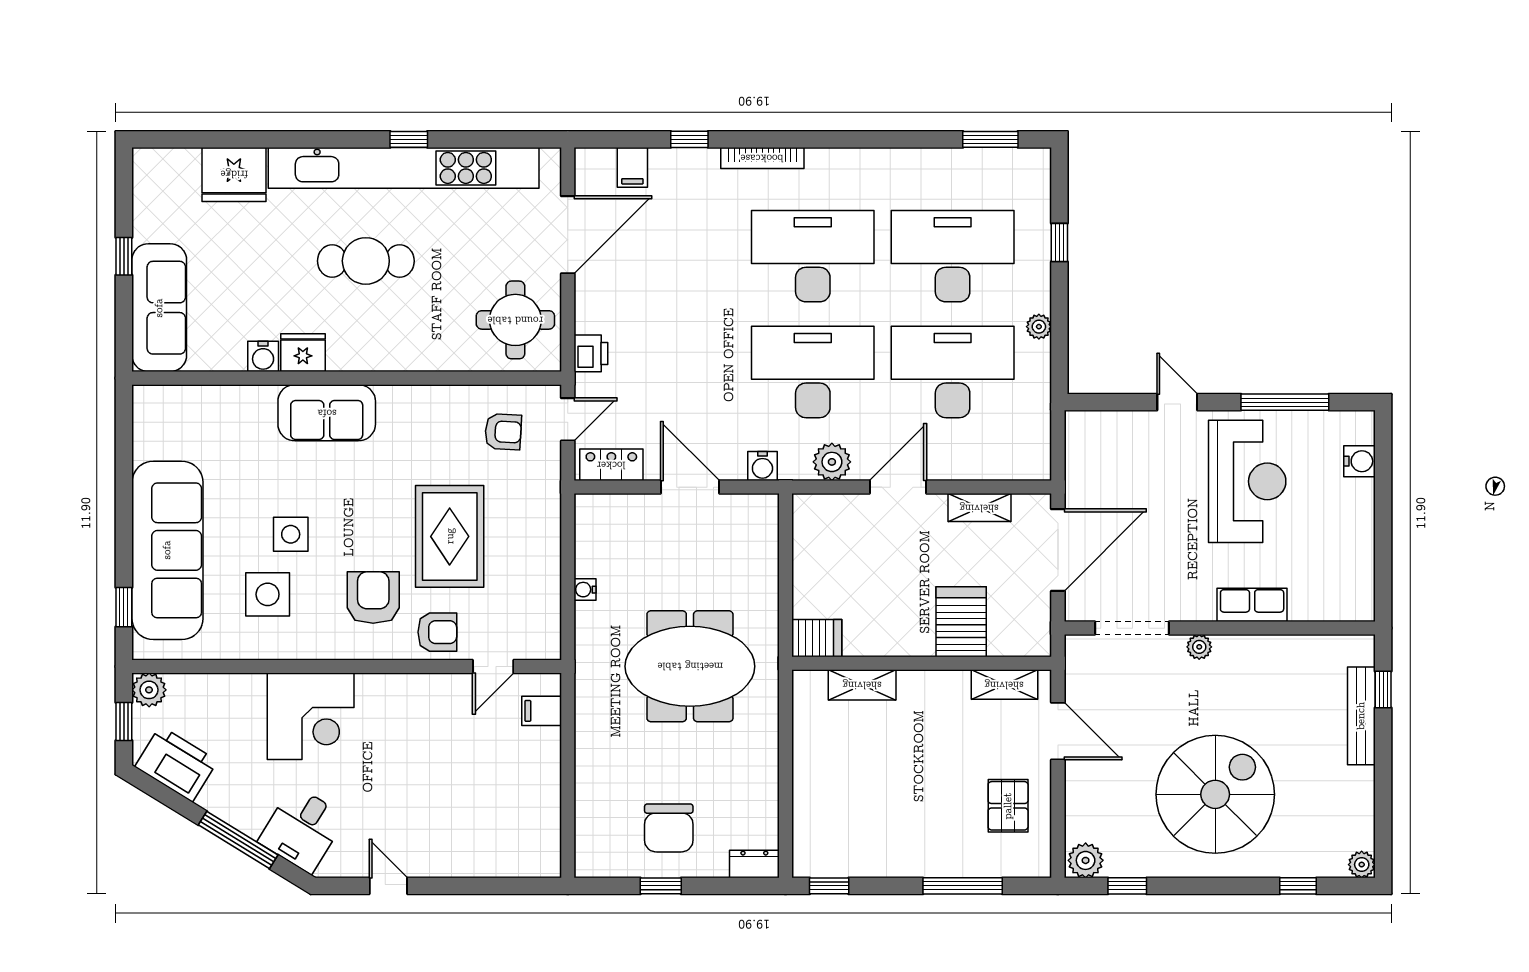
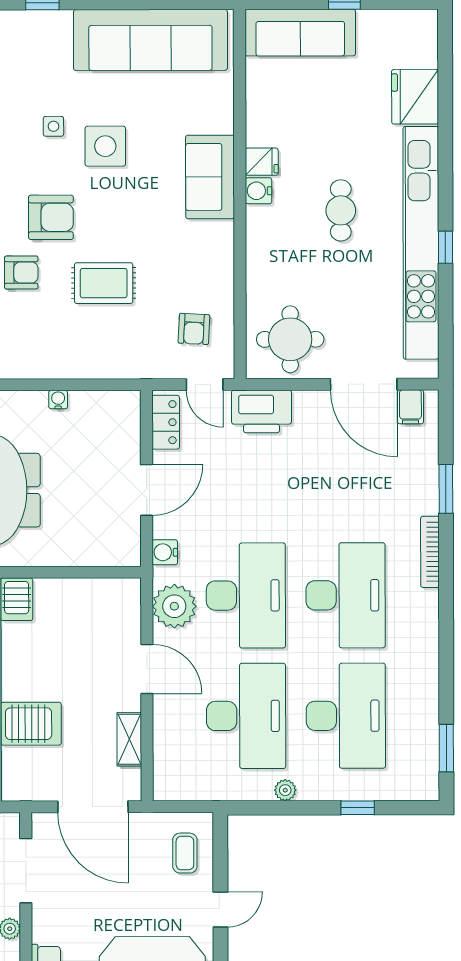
window: (689, 139) -> (446, 489), width x1.50
filing cabinet: (632, 167) -> (410, 407), moved, turned -90
cafe table: (366, 261) -> (341, 210), width x0.73, depth x0.74
fridge: (303, 353) -> (262, 162), width x0.72
printer: (591, 353) -> (261, 411), width x1.87, depth x1.48
water cooler: (263, 356) -> (258, 191), moved
coffee table: (1112, 443) -> (185, 853), added
plant: (832, 462) -> (174, 606), width x1.36, depth x1.36
side table: (291, 534) -> (105, 146), width x1.37, depth x1.37
rug: (450, 536) -> (104, 283), width x0.73, depth x0.70
sofa: (167, 550) -> (150, 40), moved
side table: (268, 594) -> (53, 126), width x0.54, depth x0.54
armchair: (437, 632) -> (21, 272), turned -90

